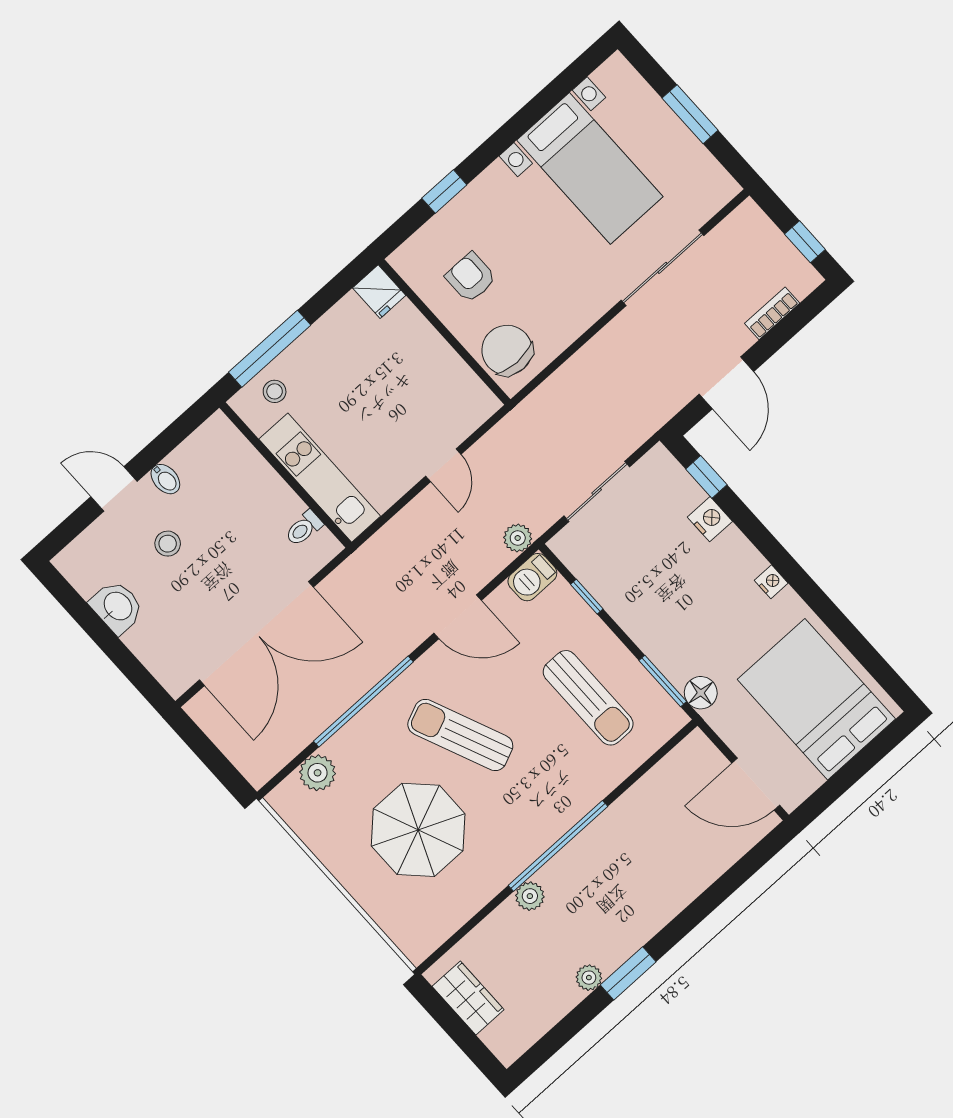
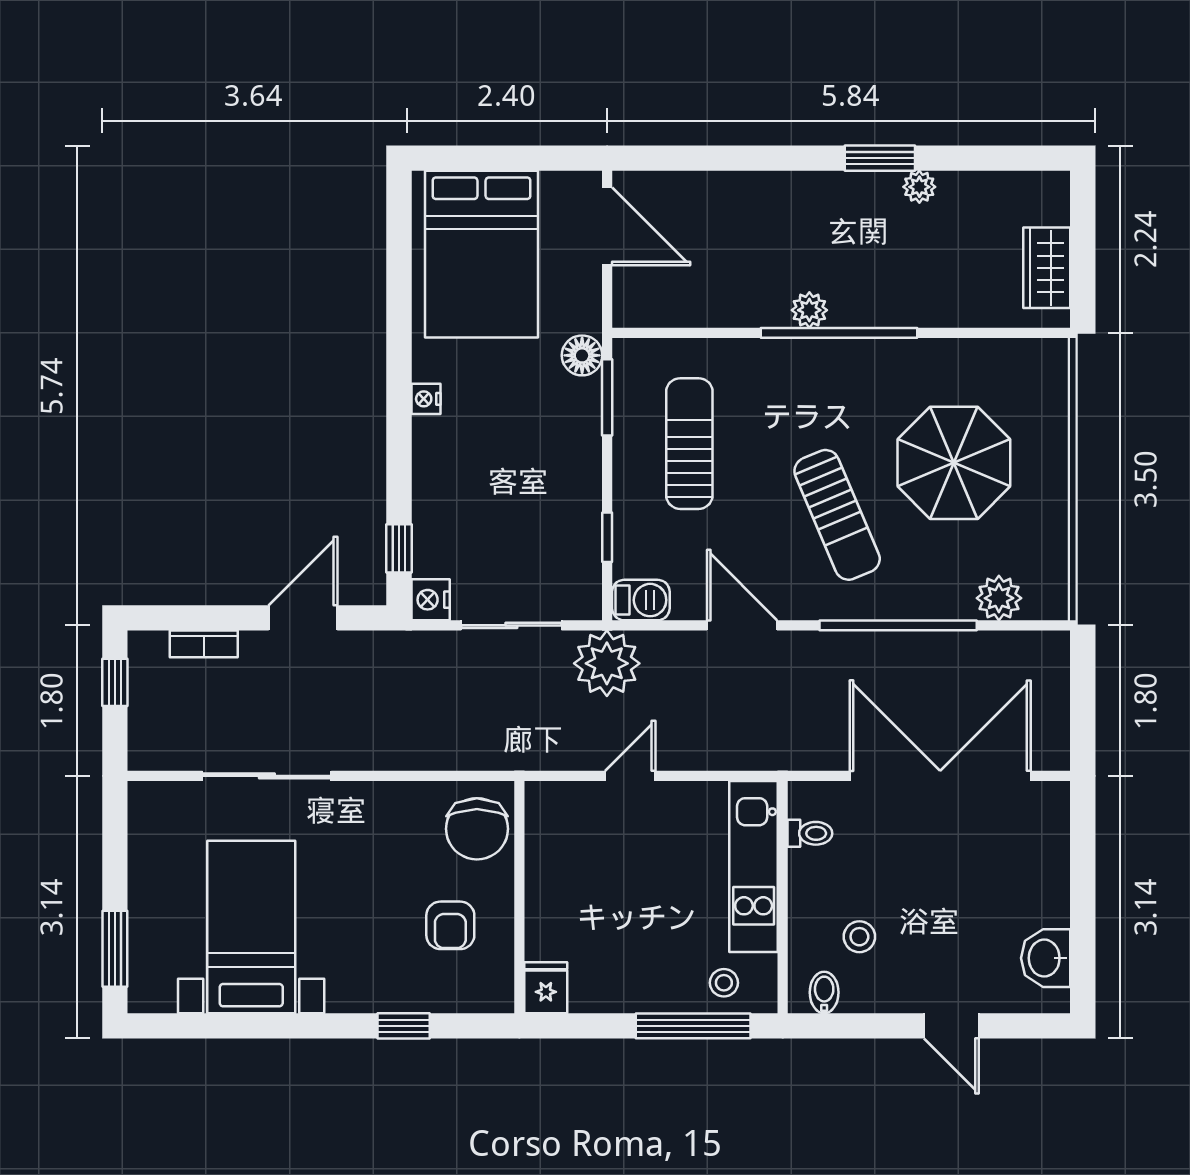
window: (690, 114) -> (115, 949), moved
bidet: (165, 479) -> (824, 992), moved
nightstand: (710, 519) -> (431, 600), moved
plant: (518, 538) -> (607, 663), width x1.88, depth x1.88
stool: (168, 544) -> (859, 937), moved
washbasin: (117, 607) -> (1046, 958), moved
plant: (530, 896) -> (809, 310), moved

